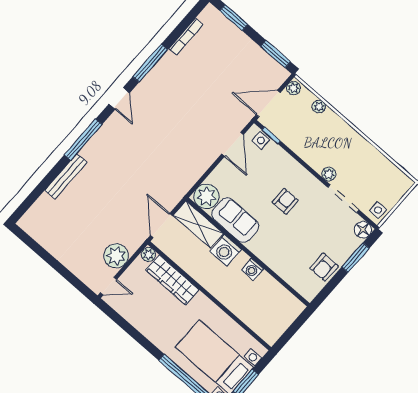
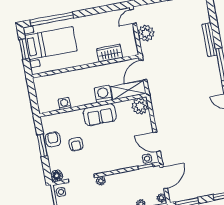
armchair: (285, 201) -> (76, 144), moved
sofa: (235, 220) -> (100, 115), moved
door: (162, 226) -> (143, 70), swing flipped
plant: (148, 254) -> (133, 51), removed
window: (355, 258) -> (42, 145), moved
washing machine: (253, 269) -> (64, 104), moved
wardrobe: (172, 280) -> (110, 53), width x0.67

